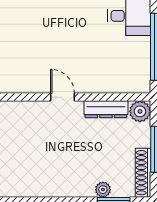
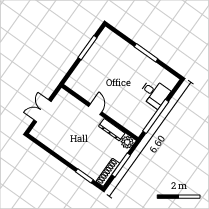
plant: (103, 190) -> (83, 167), removed

